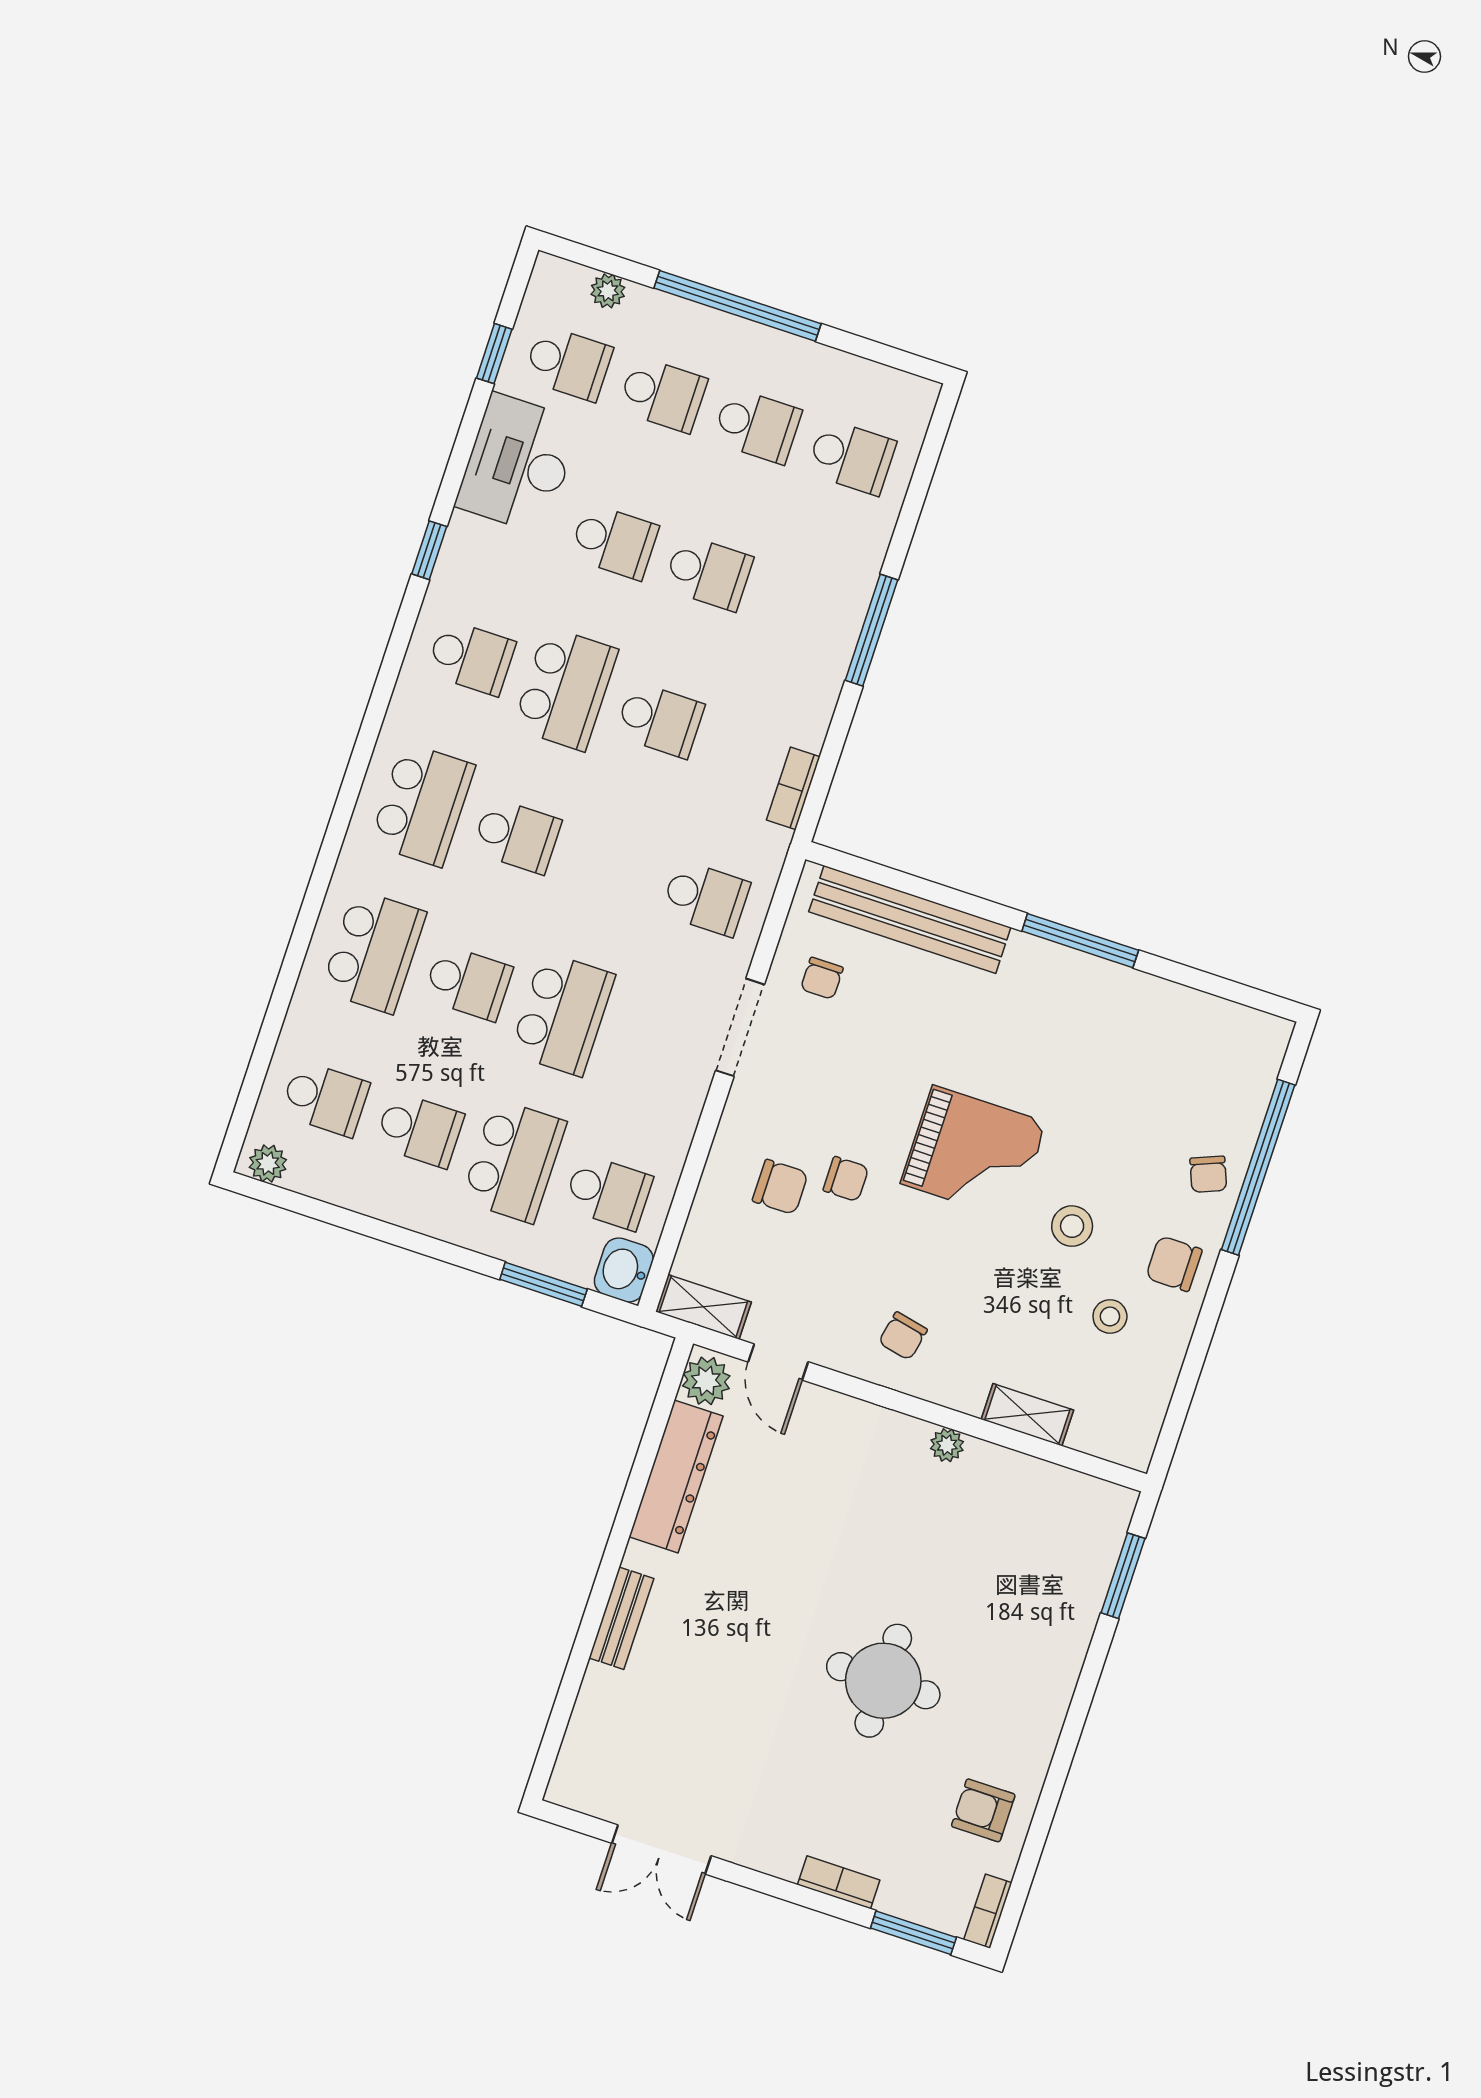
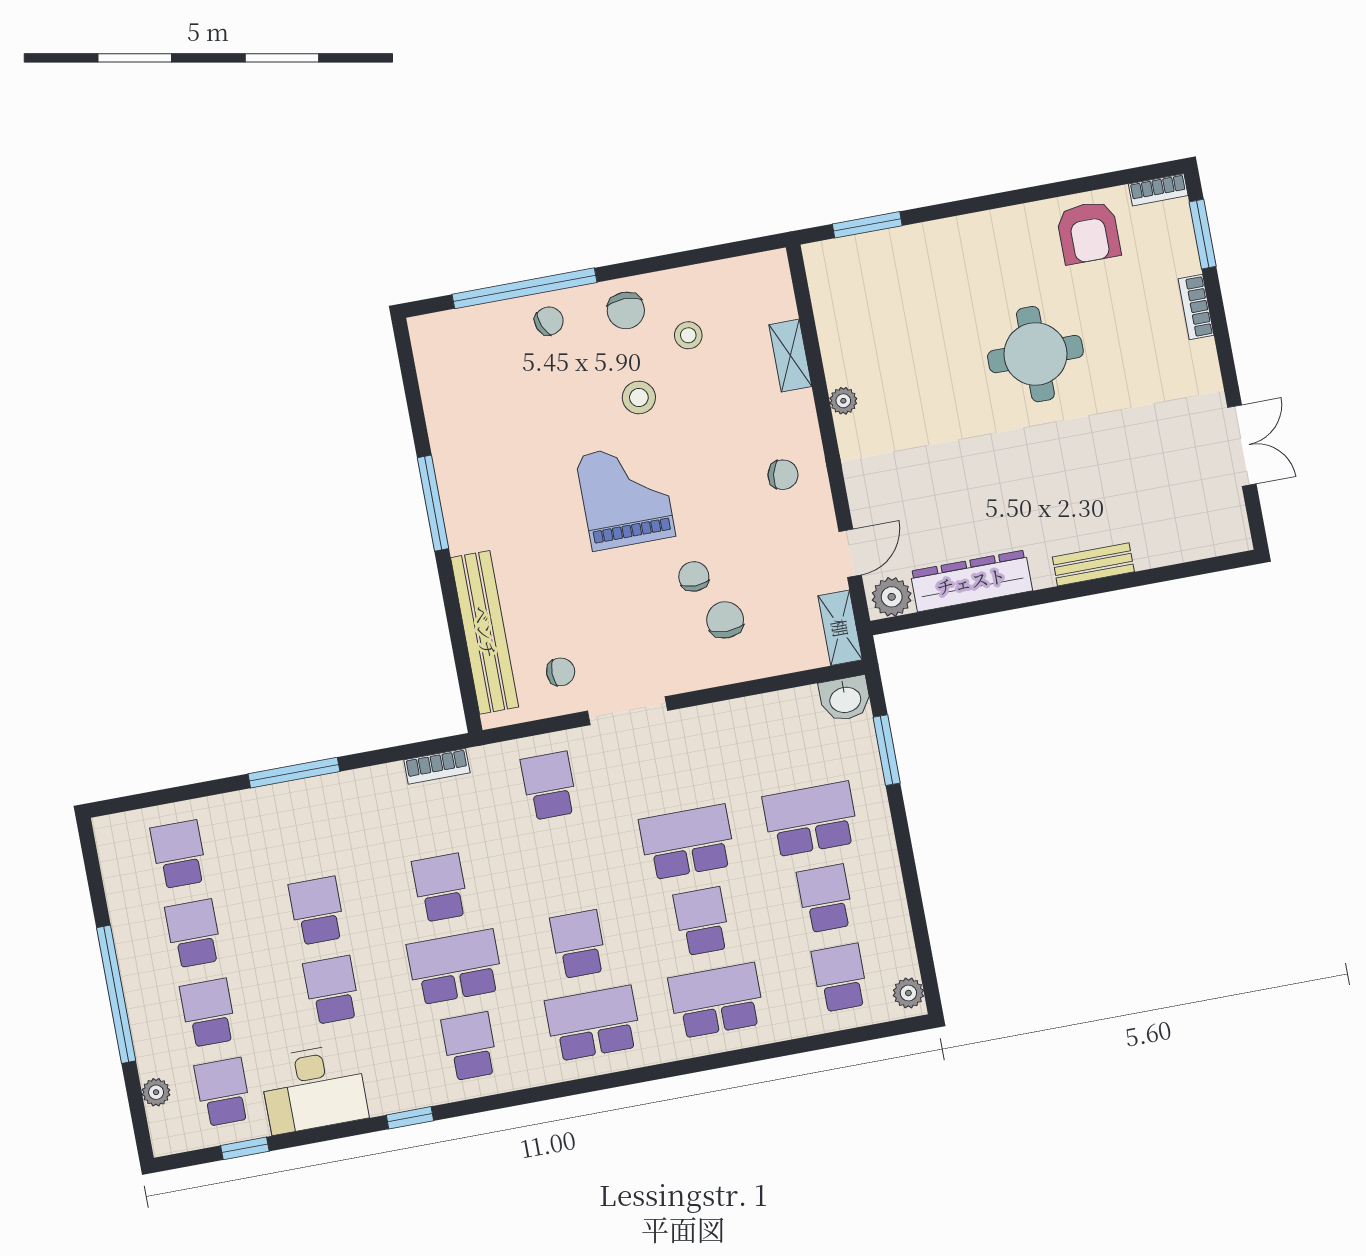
school desk: (608, 1192) -> (796, 740), removed
armchair: (983, 1810) -> (1089, 232), width x1.38, depth x1.38

